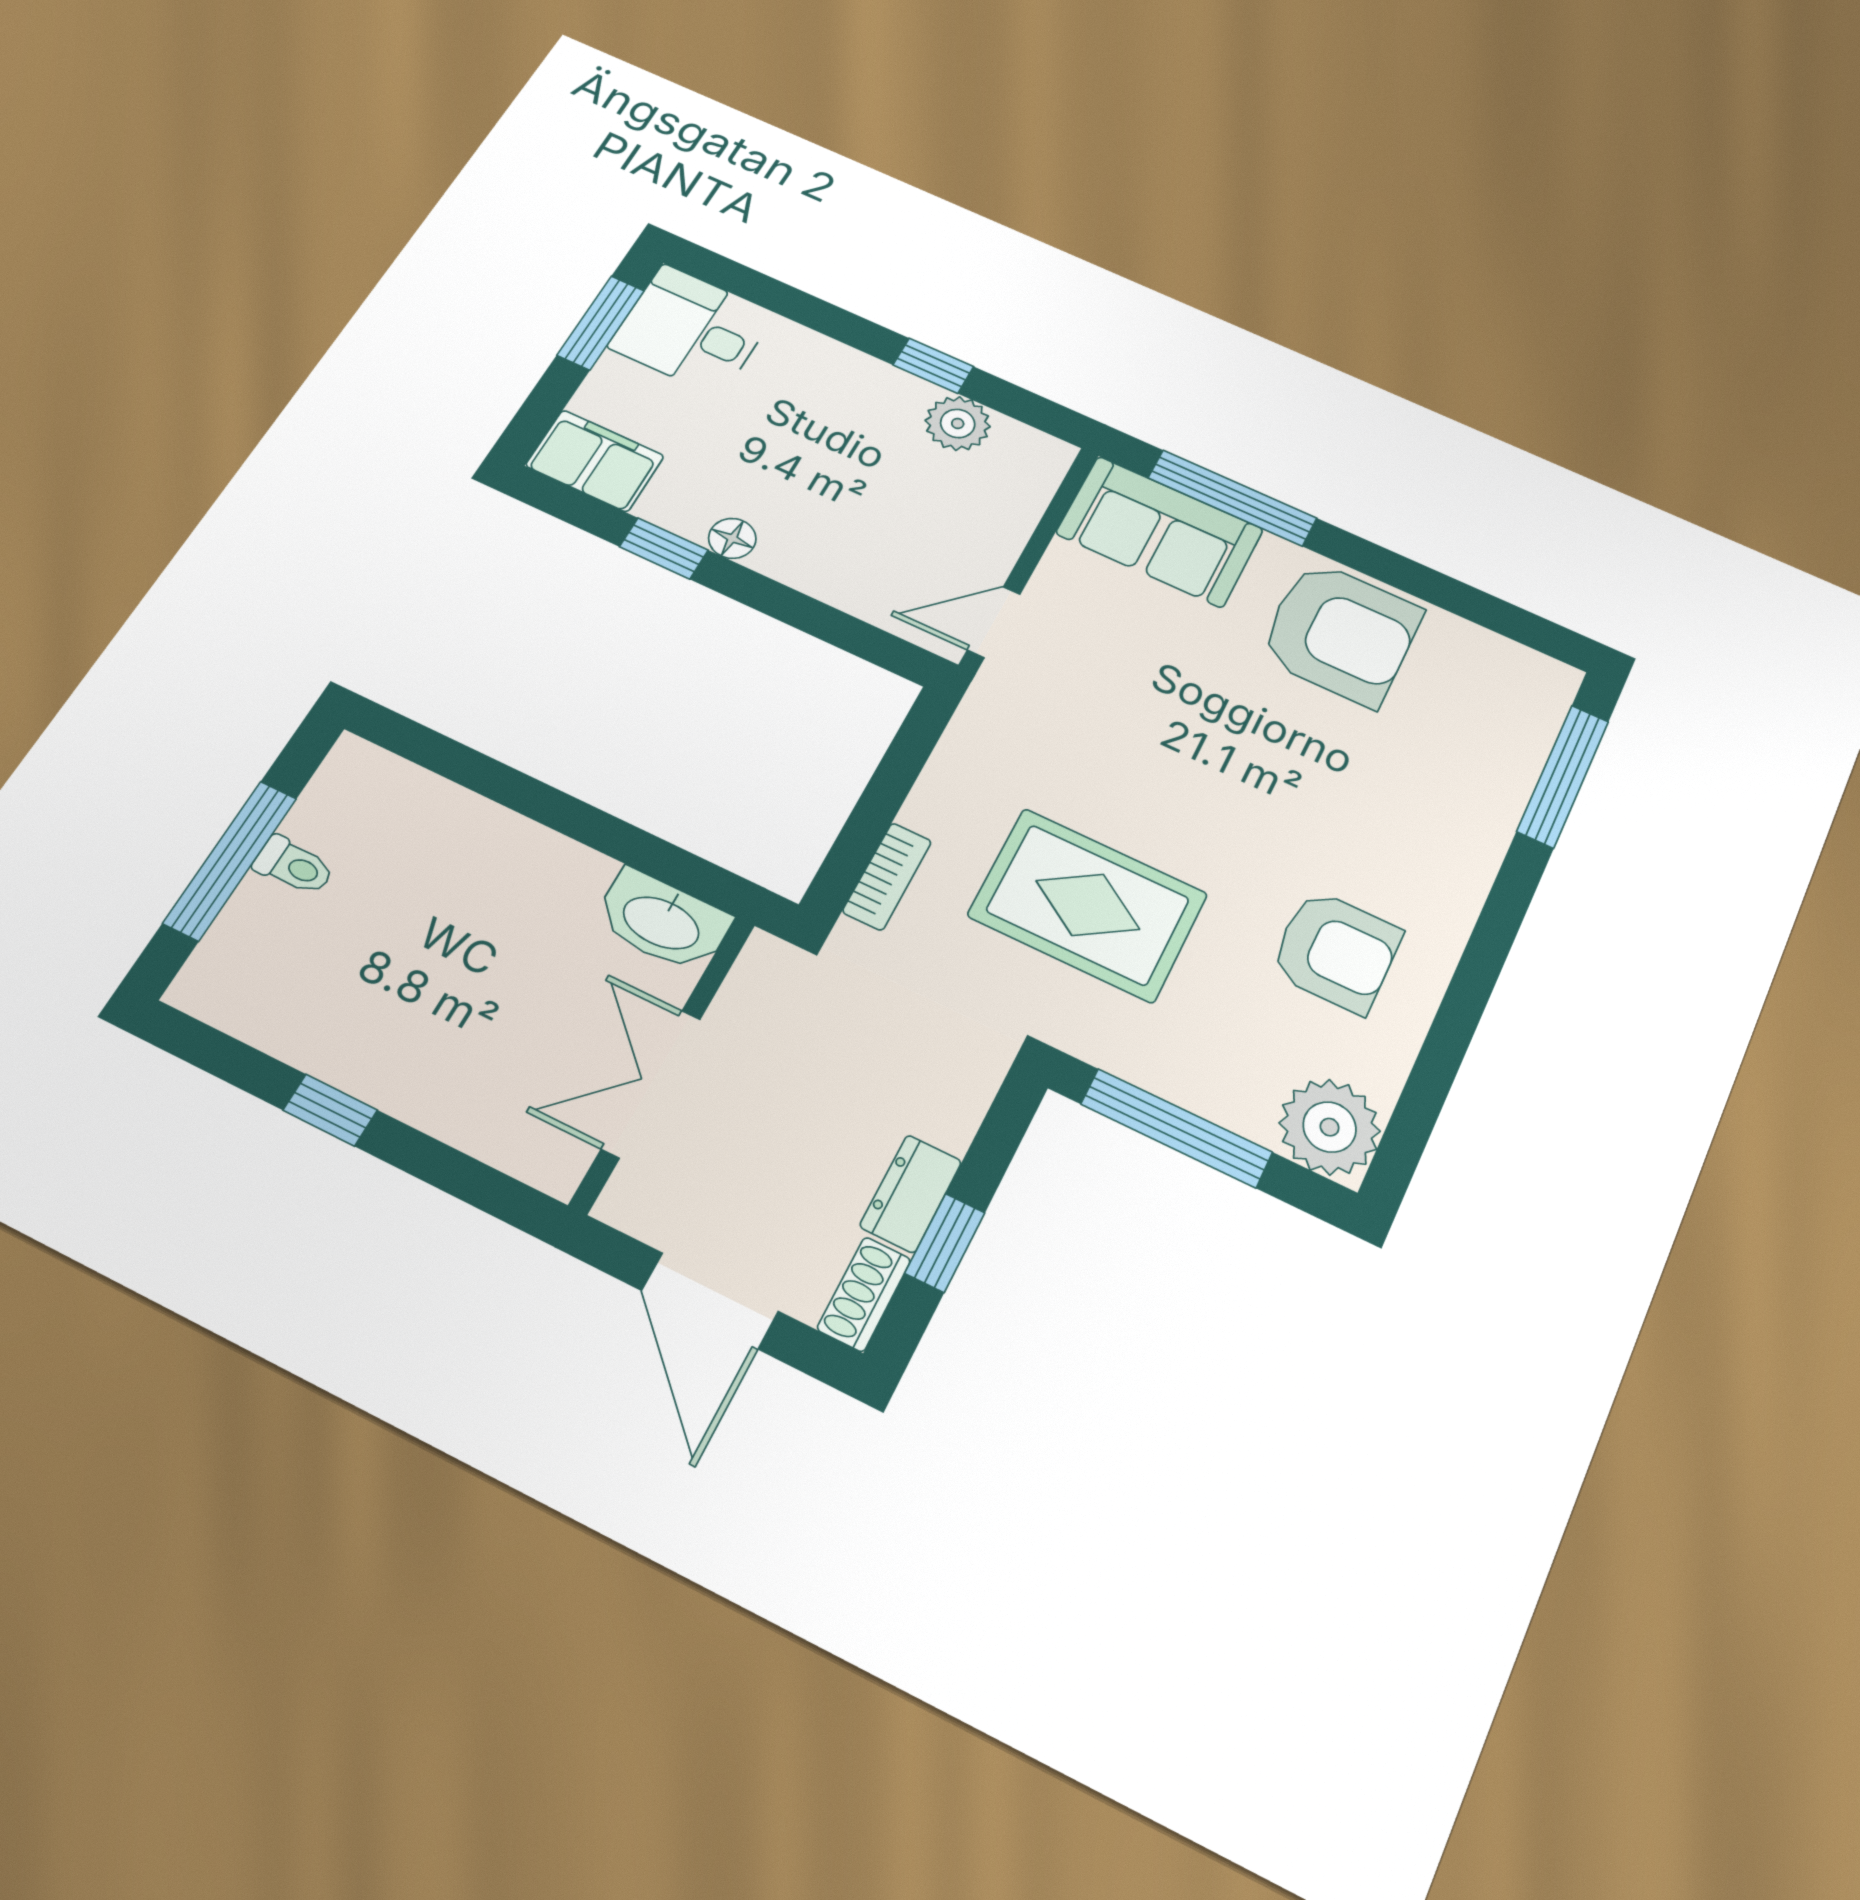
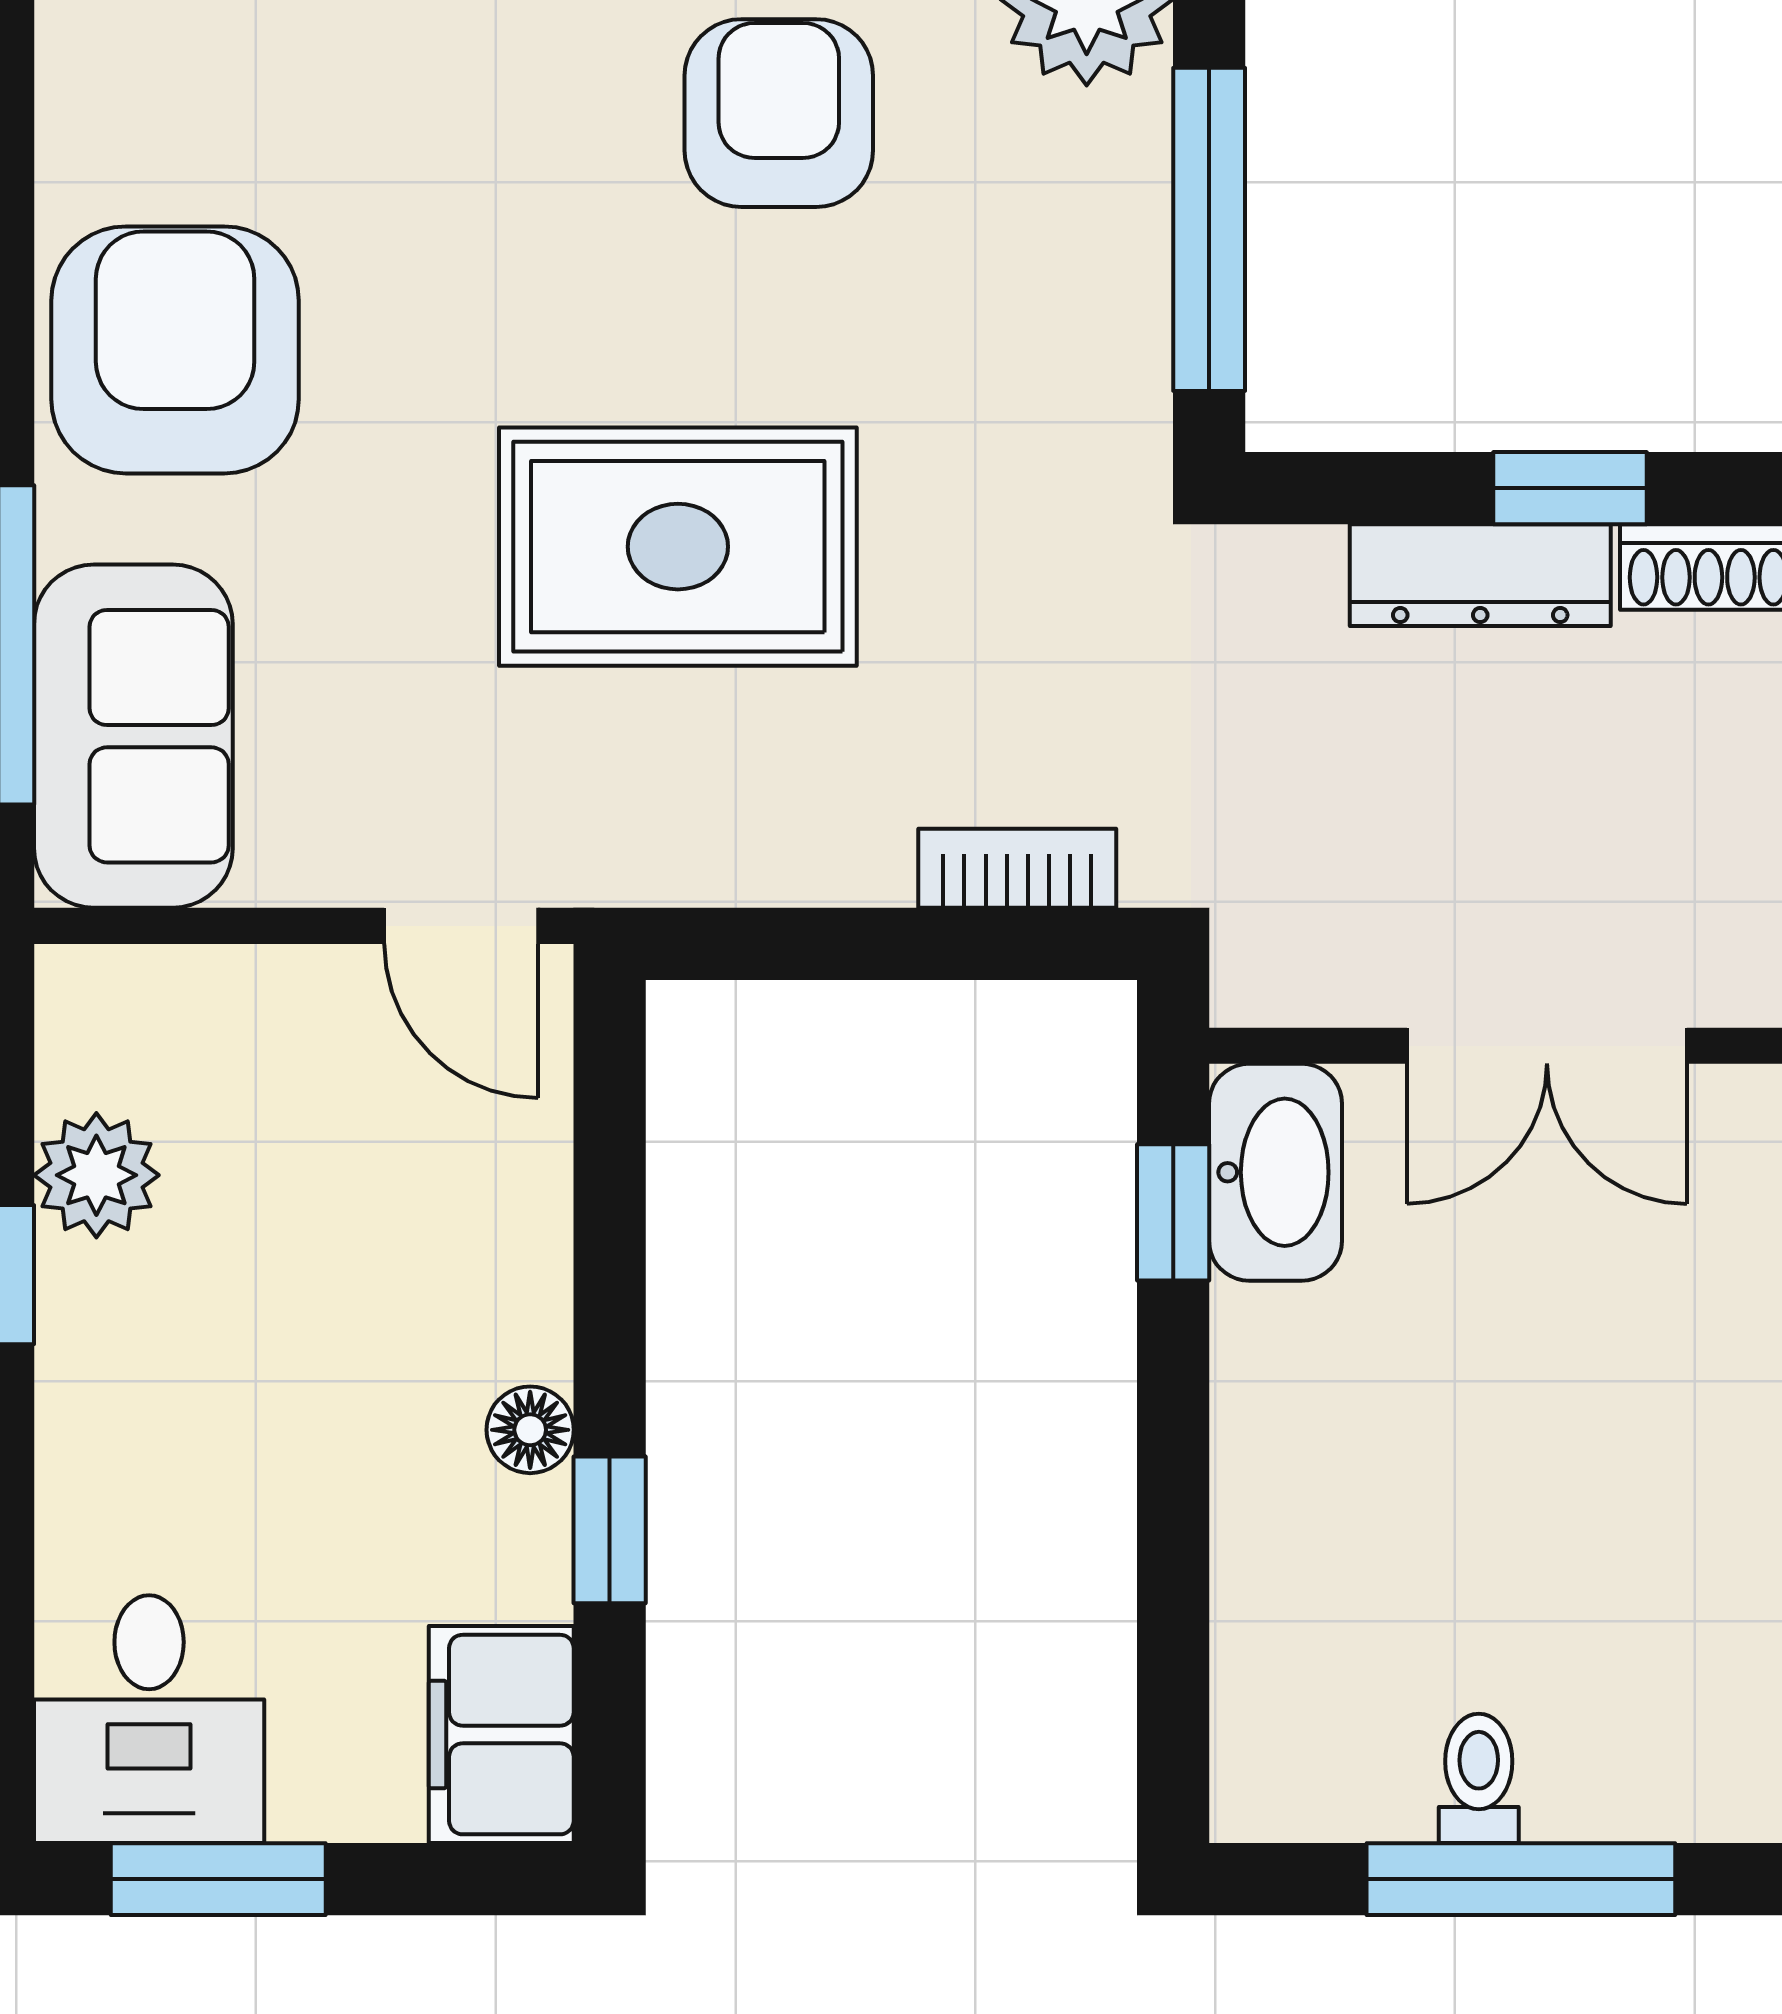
window: (670, 864) -> (1173, 1212), added
rug: (1088, 905) -> (678, 547), moved, turned 90
dresser: (911, 1194) -> (1480, 575), width x1.44

